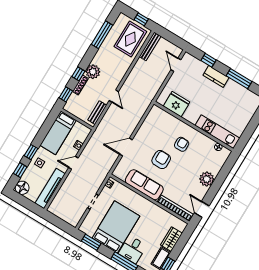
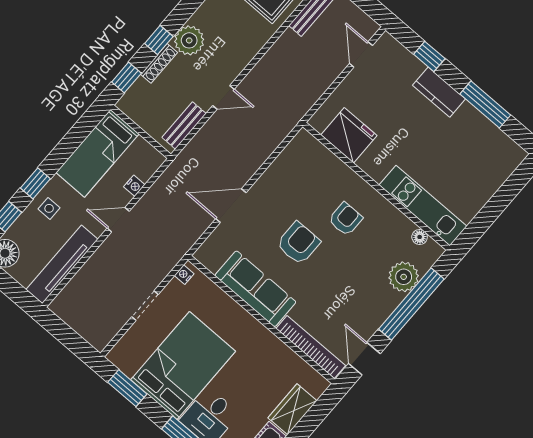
door: (114, 96) -> (223, 97), hinge flipped
plant: (207, 179) -> (404, 277), moved
window: (220, 180) -> (411, 304), added

